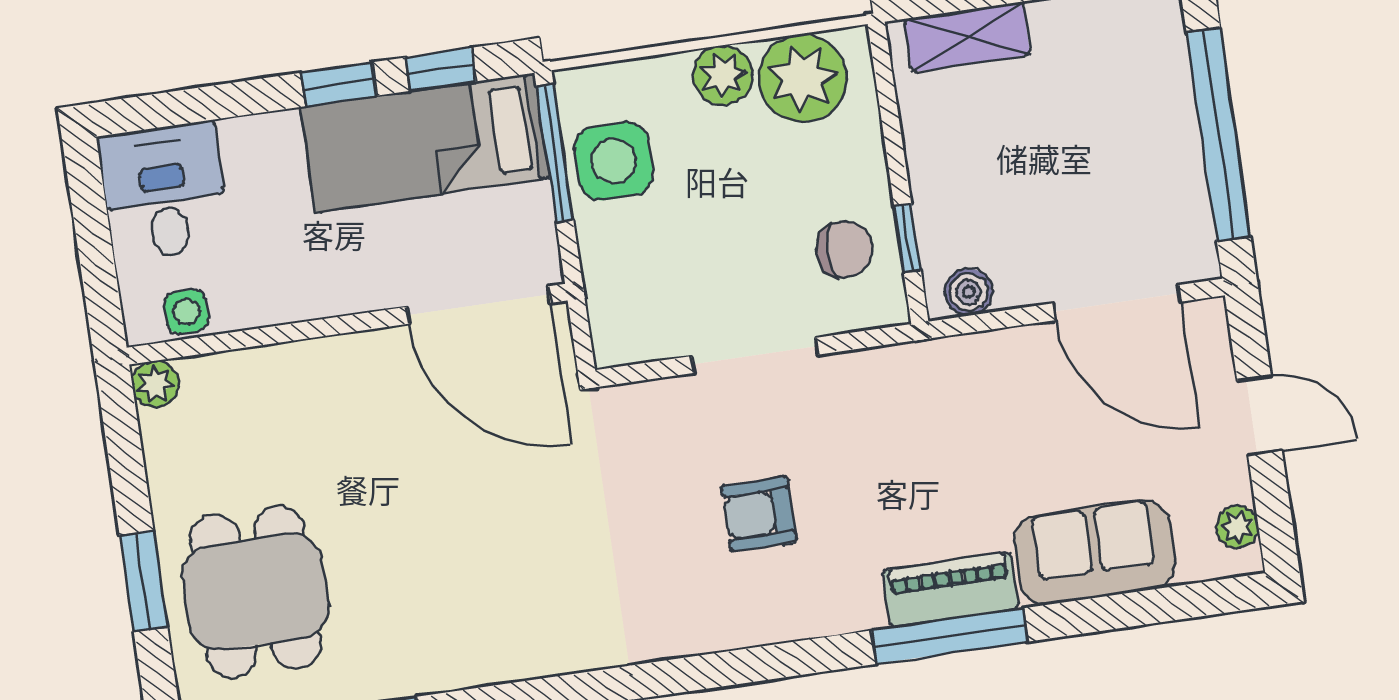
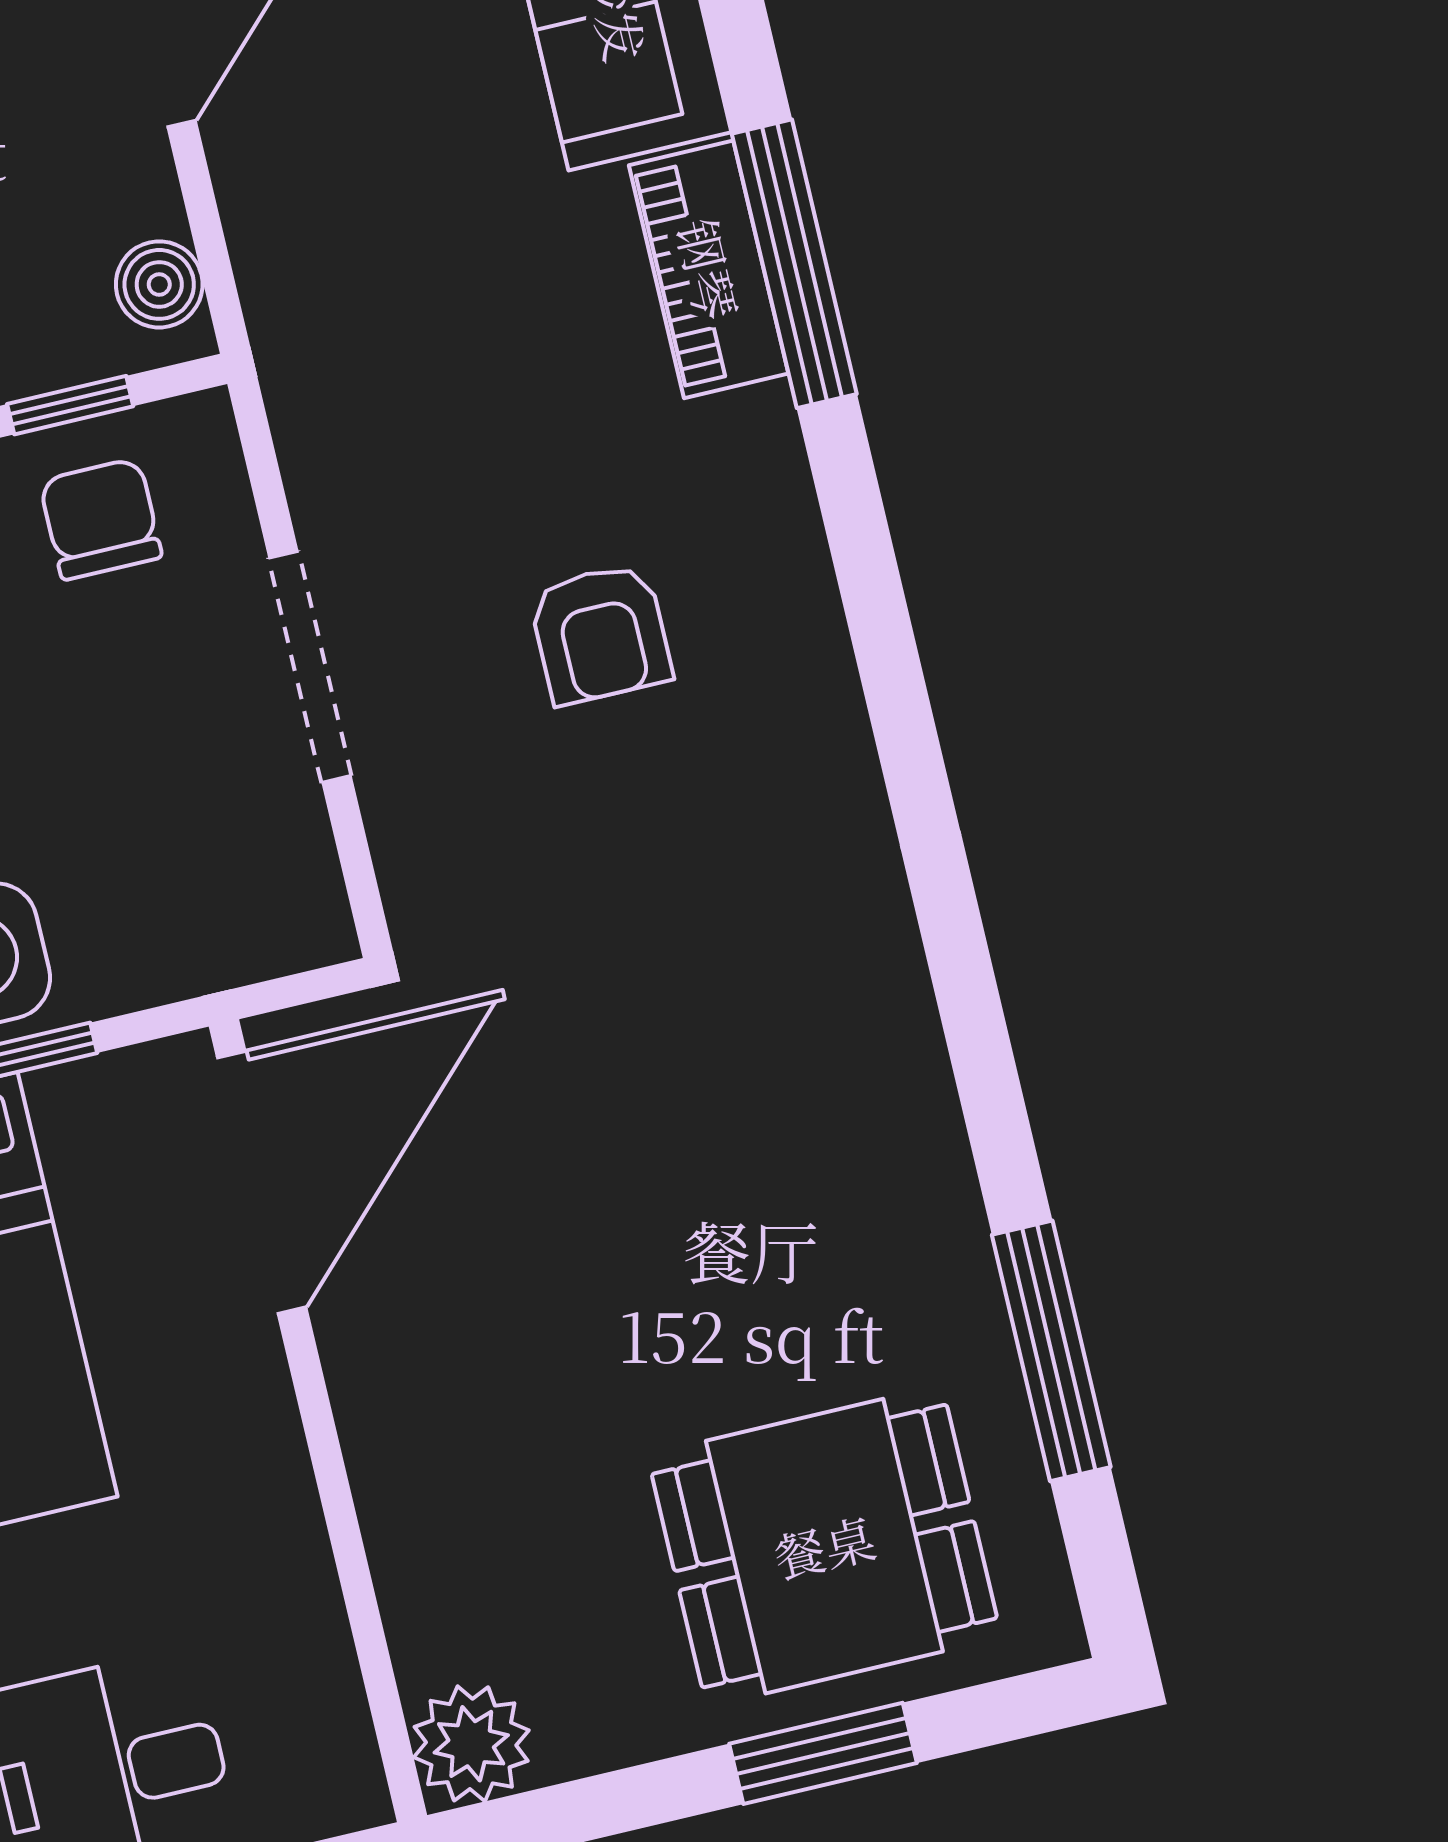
side table: (187, 312) -> (321, 1718), removed
plant: (155, 384) -> (471, 1744), width x1.38, depth x1.38

